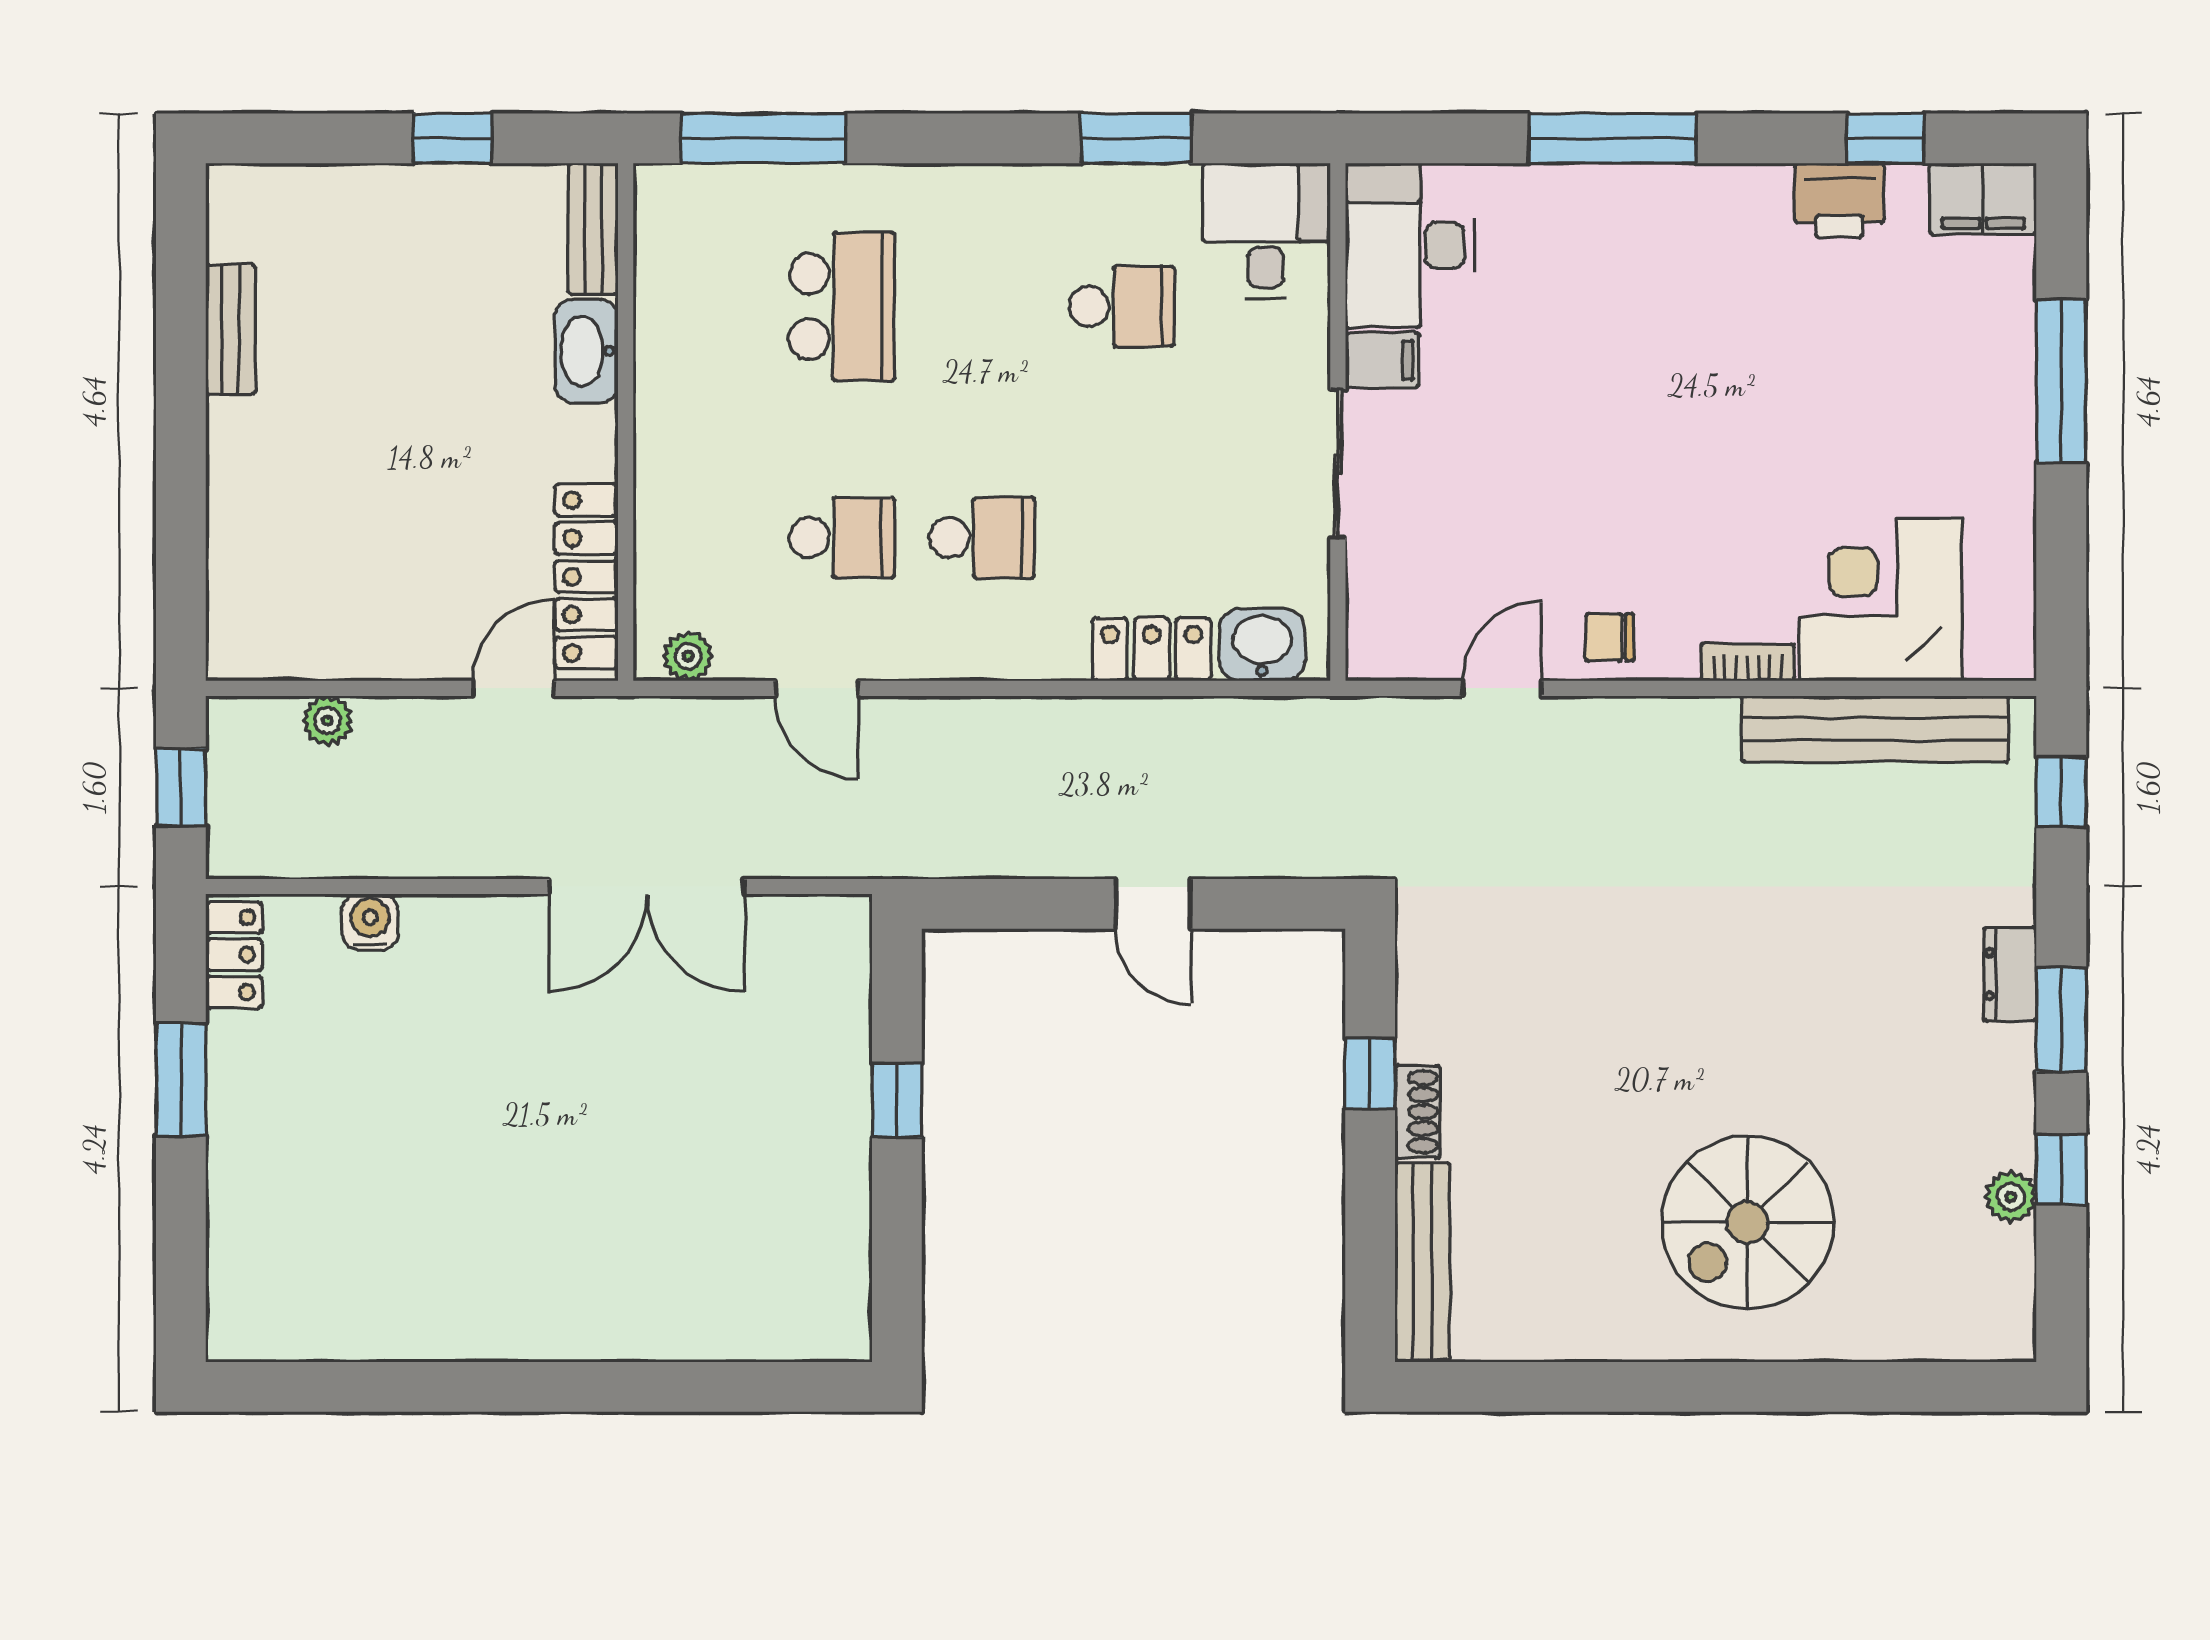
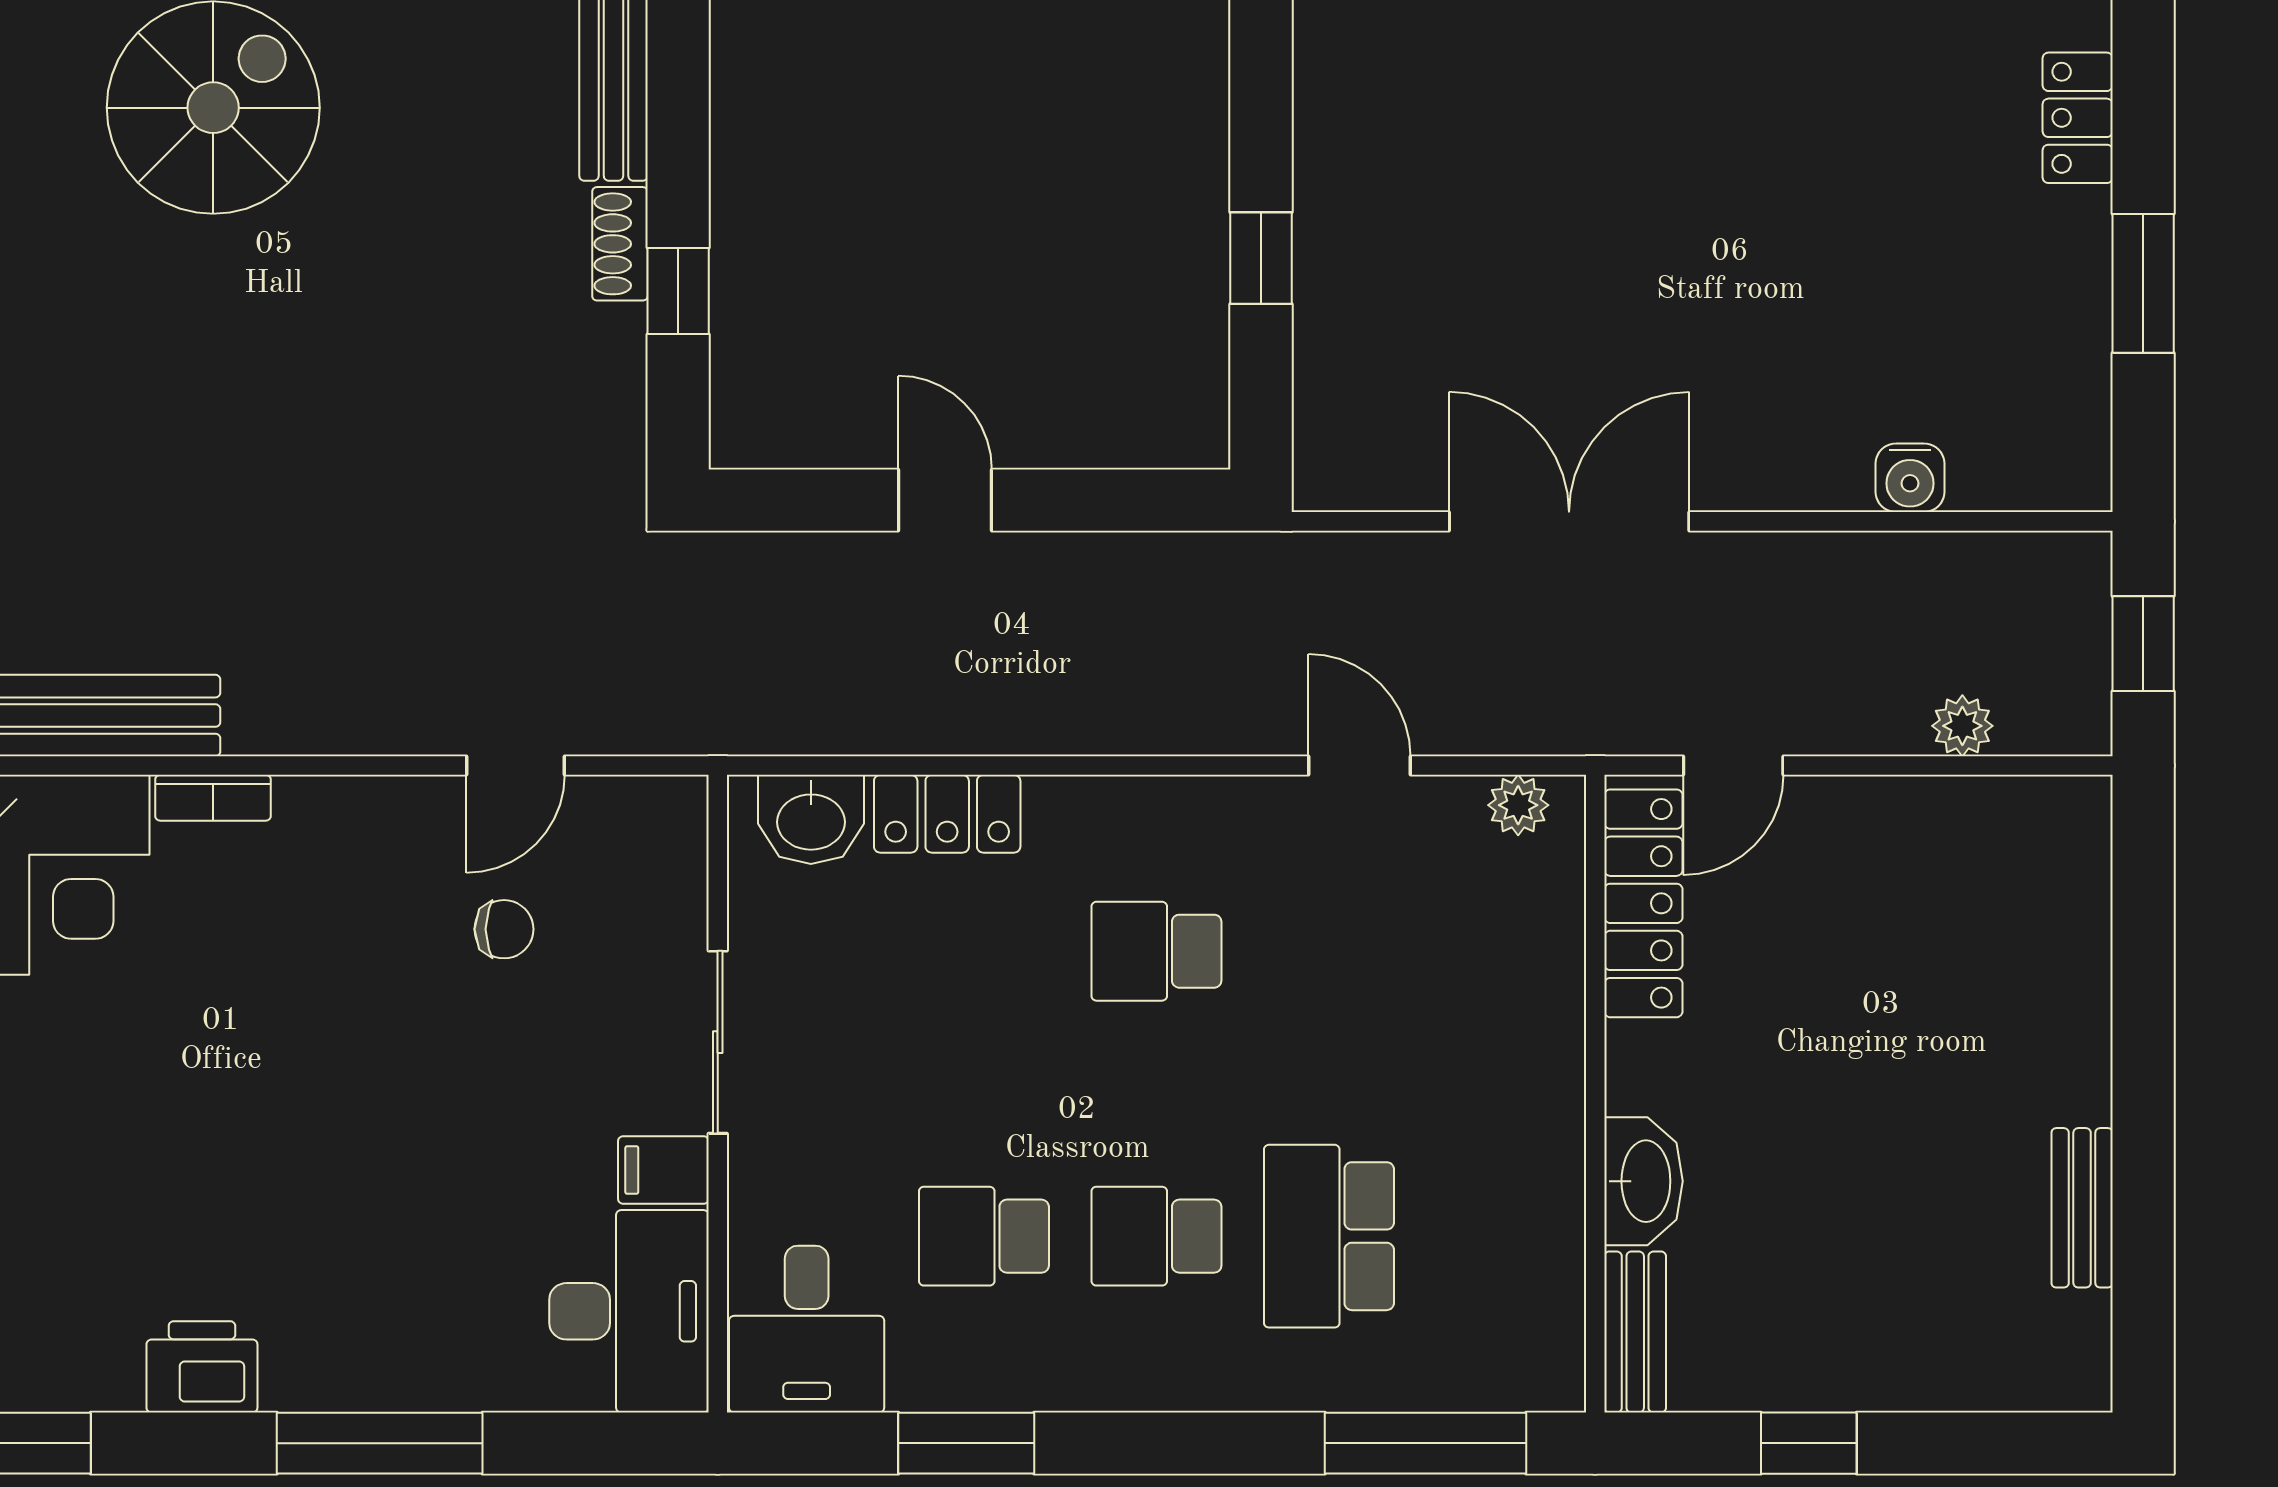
printer: (1839, 200) -> (202, 1367), moved
school desk: (842, 538) -> (1156, 1236), moved
chair: (1610, 637) -> (504, 929), moved
locker: (234, 955) -> (2078, 118), moved

